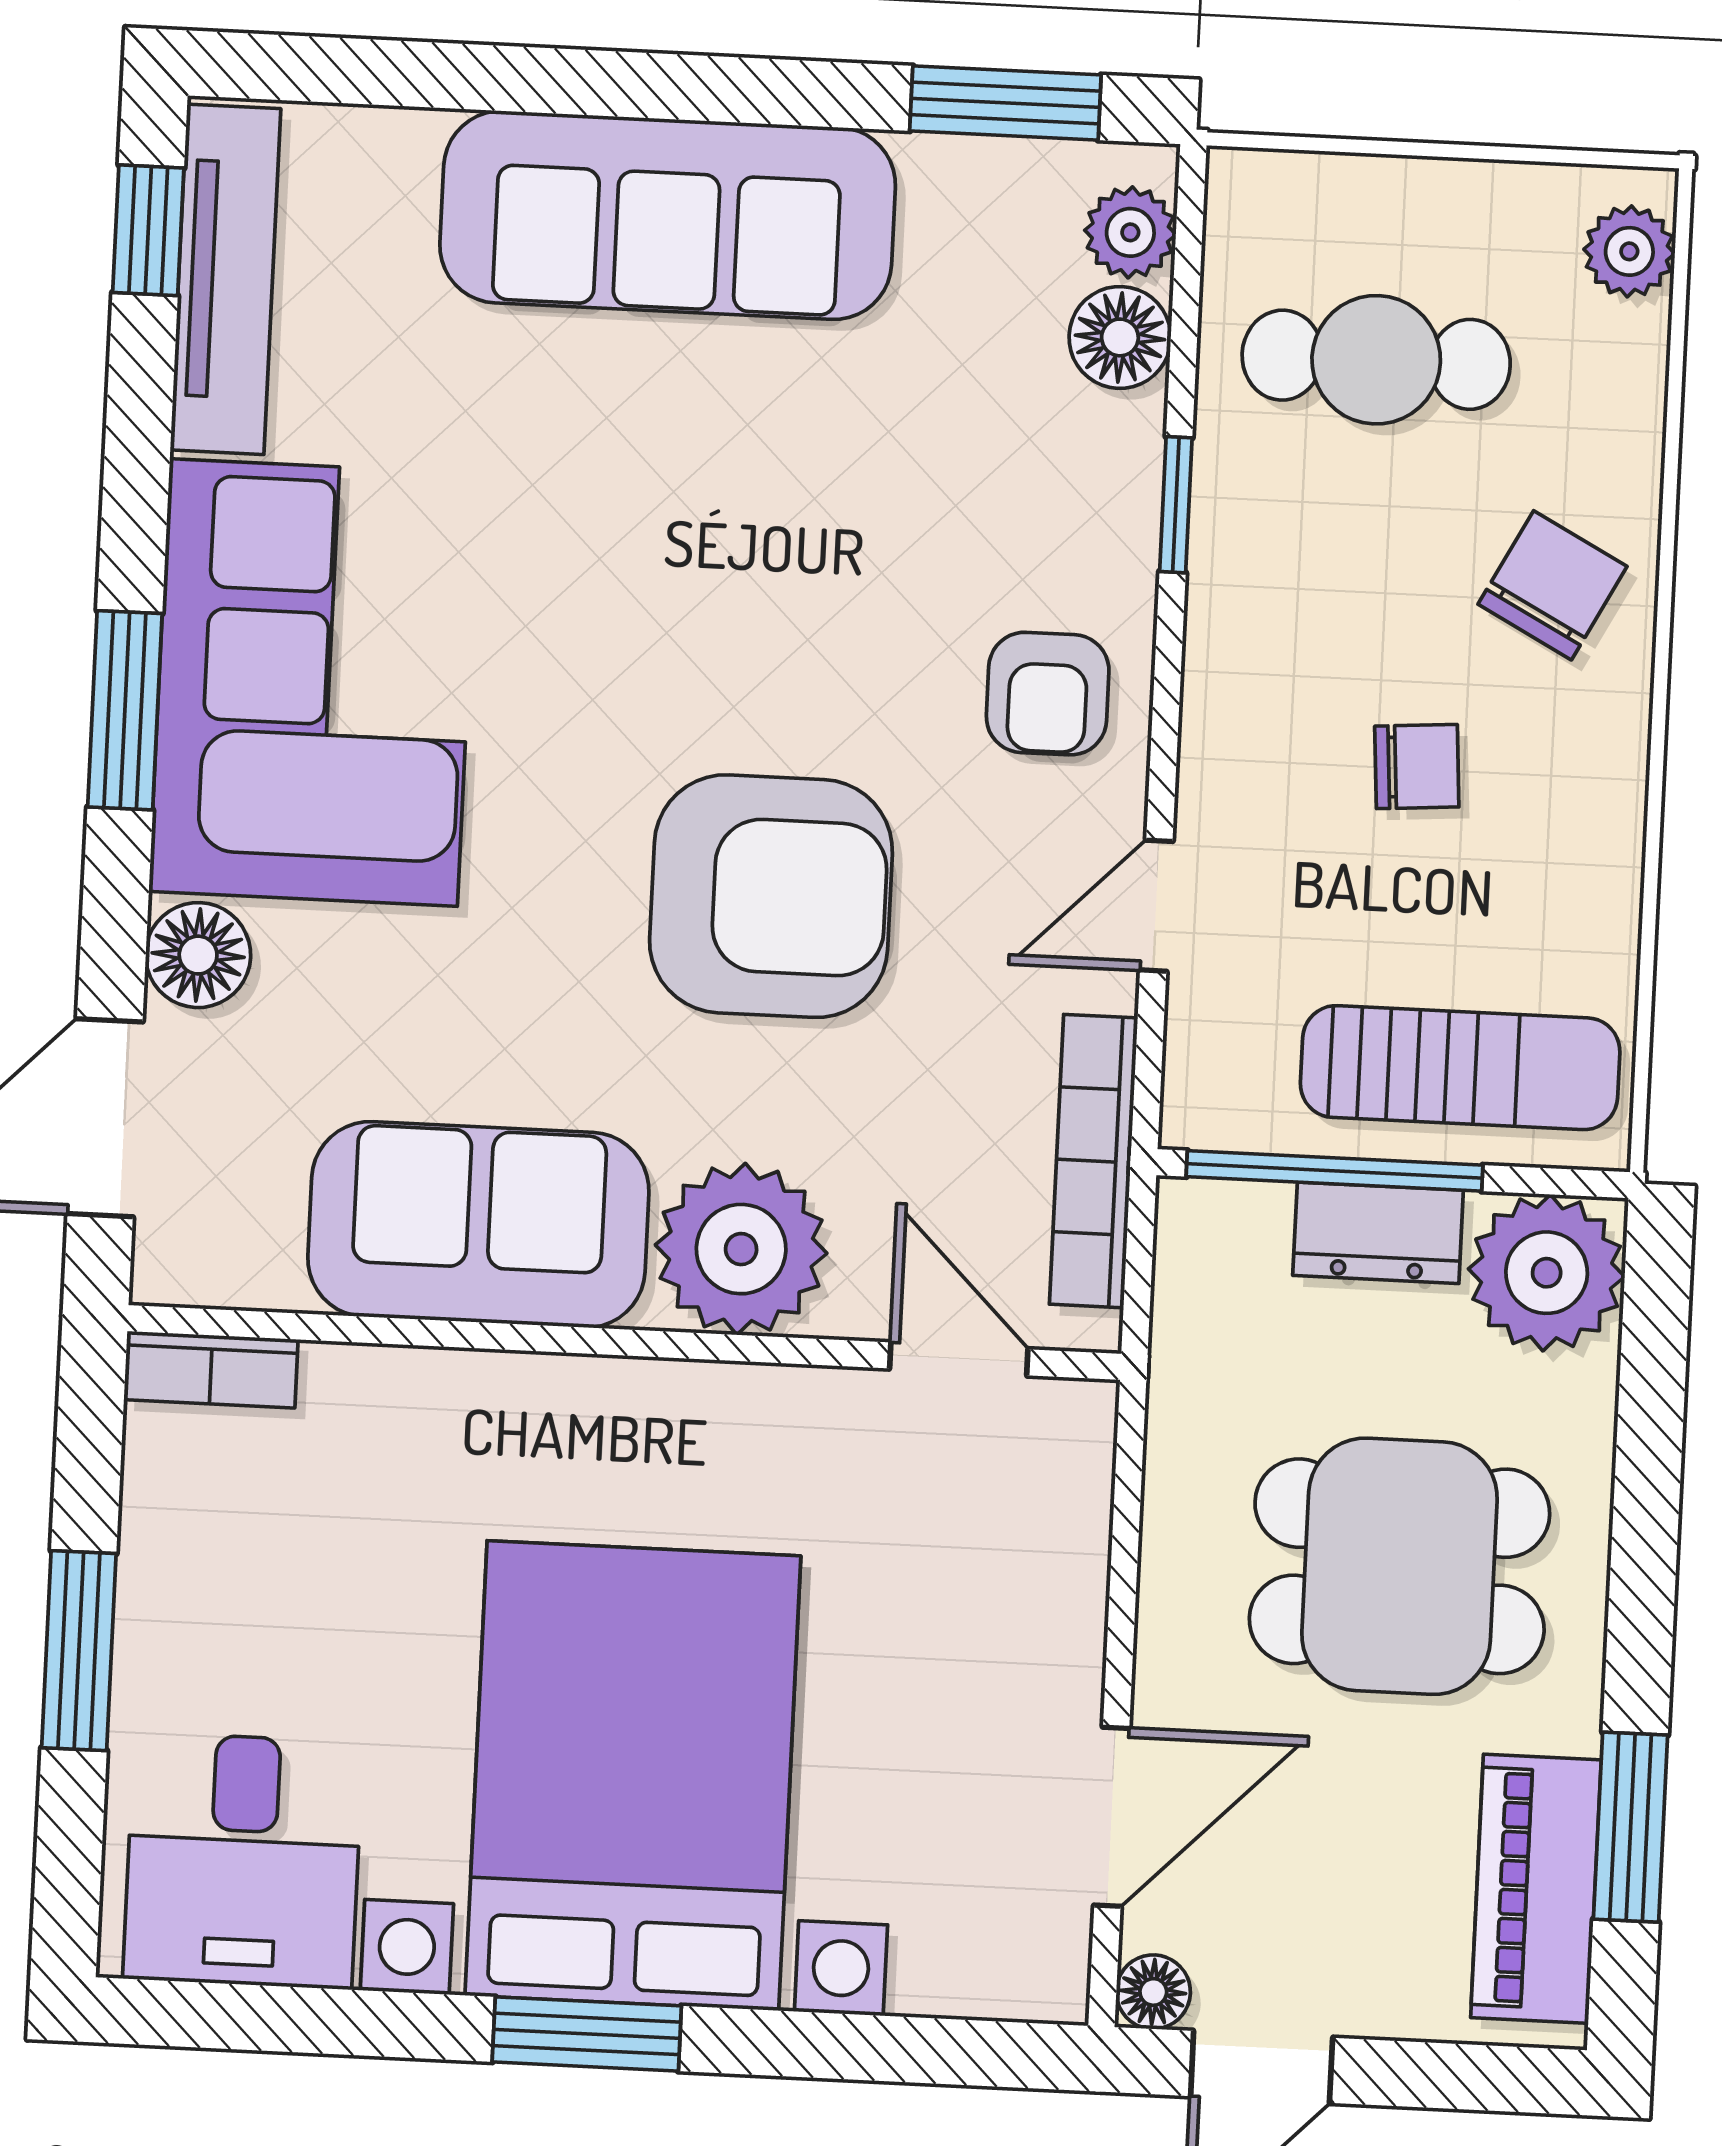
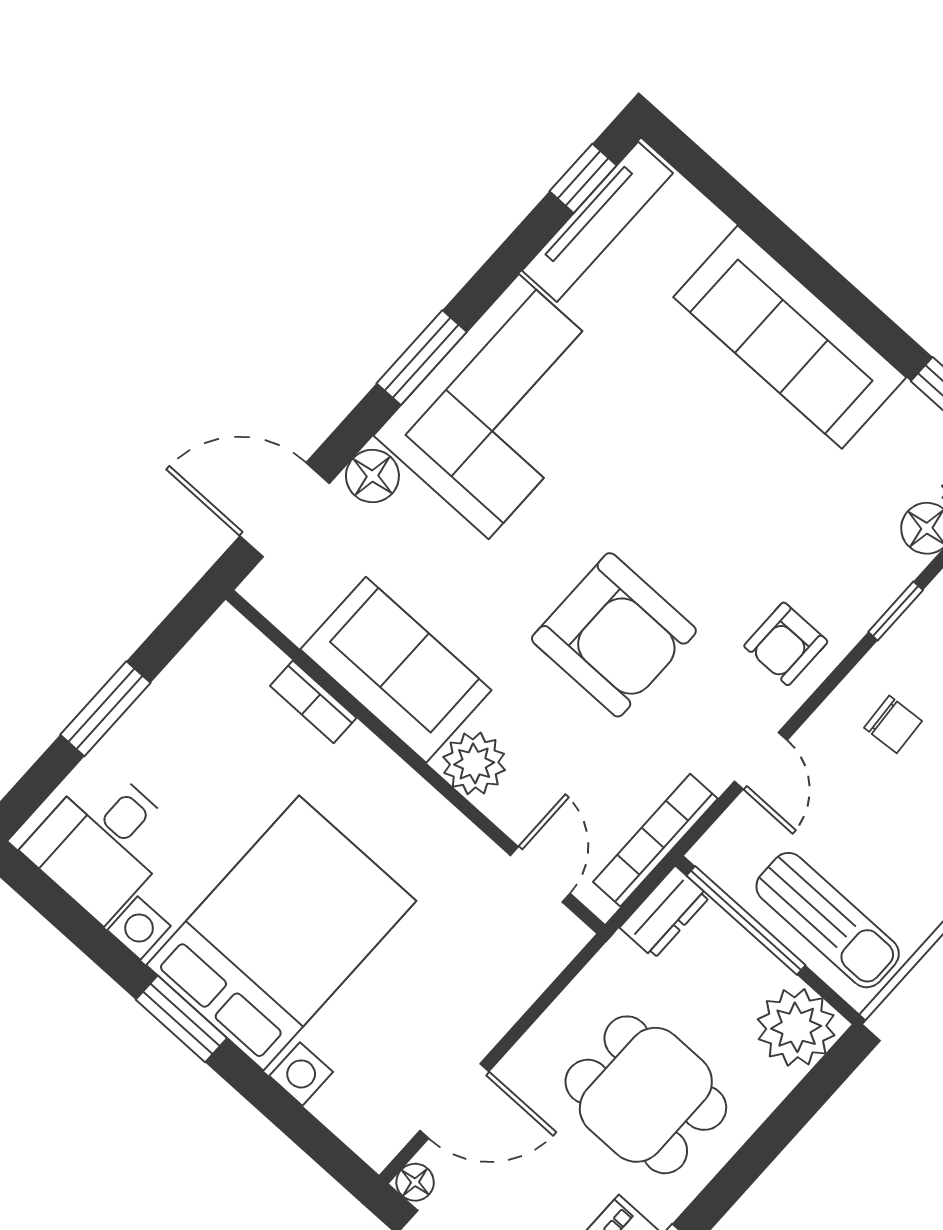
chair: (1417, 767) -> (893, 724), moved
door: (1156, 906) -> (761, 761), swing flipped
dresser: (1378, 1233) -> (665, 912), moved, turned -90
plant: (741, 1249) -> (474, 763), width x0.73, depth x0.73
bookcase: (211, 1370) -> (313, 702), moved

